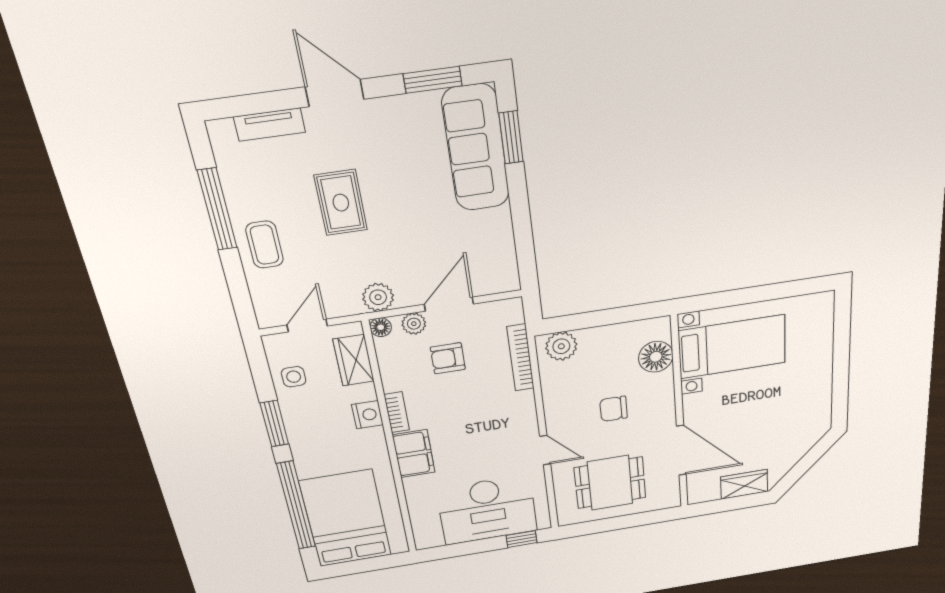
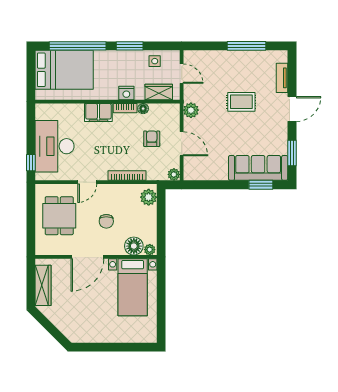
coffee table: (265, 245) -> (226, 63), removed
plant: (414, 324) -> (174, 174), moved
floor lamp: (381, 327) -> (143, 109), moved
plant: (661, 329) -> (150, 250), added
bookcase: (521, 358) -> (127, 176), moved
chair: (614, 409) -> (106, 221), turned 180
door: (681, 450) -> (87, 257), moved
wardrobe: (744, 484) -> (43, 285), width x1.50

